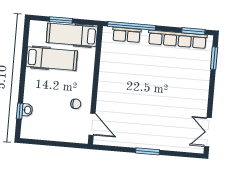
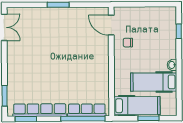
row of seats: (127, 35) -> (87, 110), width x1.48
washbasin: (27, 110) -> (172, 65), moved

